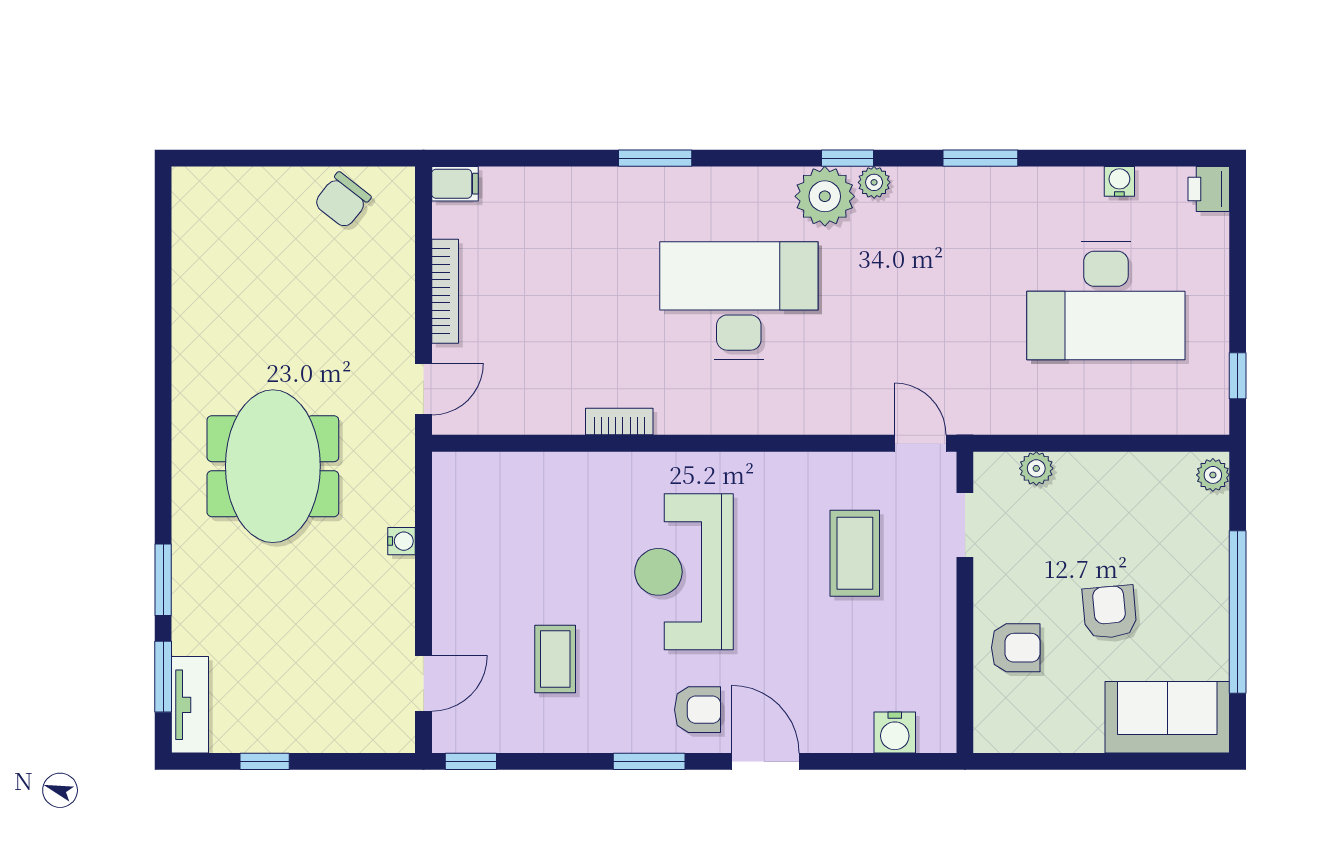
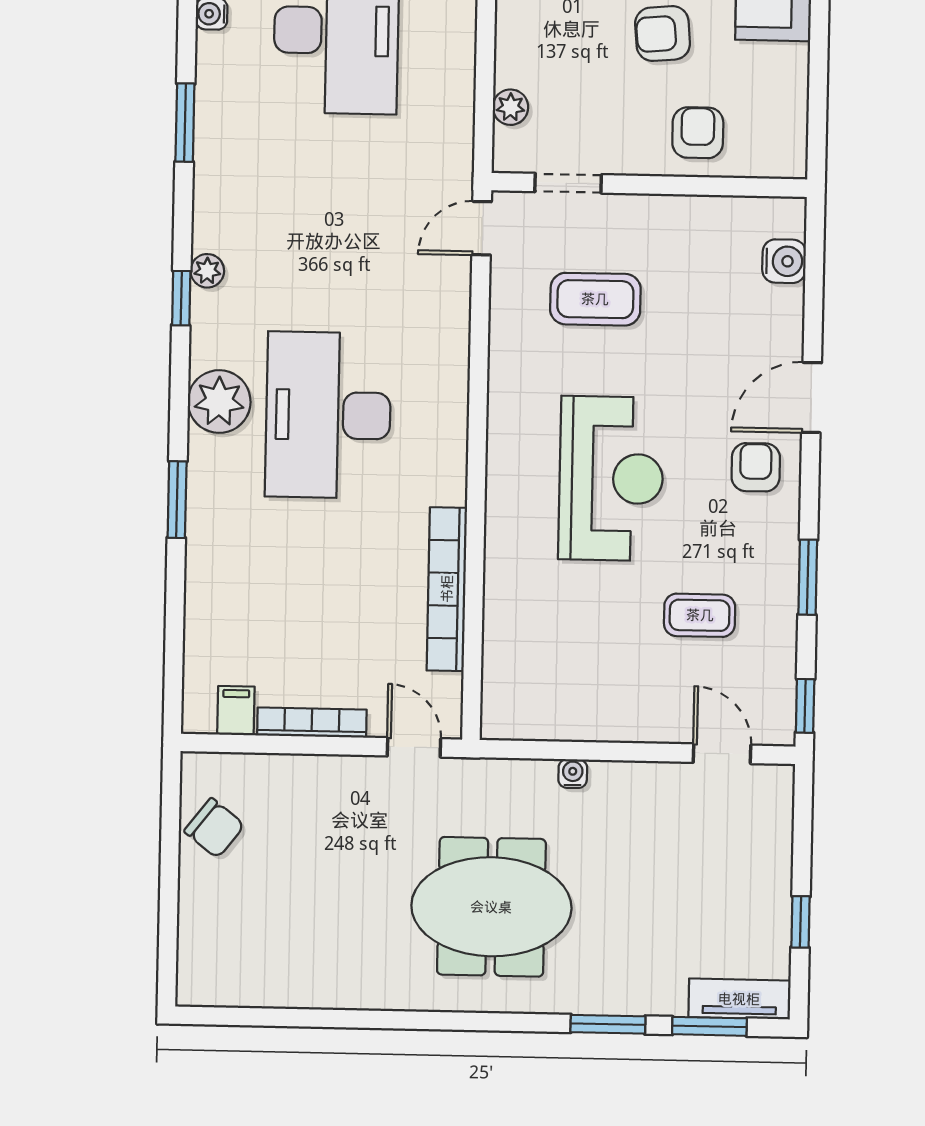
window: (980, 158) -> (185, 123), moved
filing cabinet: (455, 184) -> (236, 711), moved
plant: (825, 196) -> (219, 402), moved
bookcase: (619, 421) -> (447, 589), width x2.31, depth x1.31
reception desk: (684, 572) -> (611, 478), turned -90
window: (649, 761) -> (808, 577), moved

